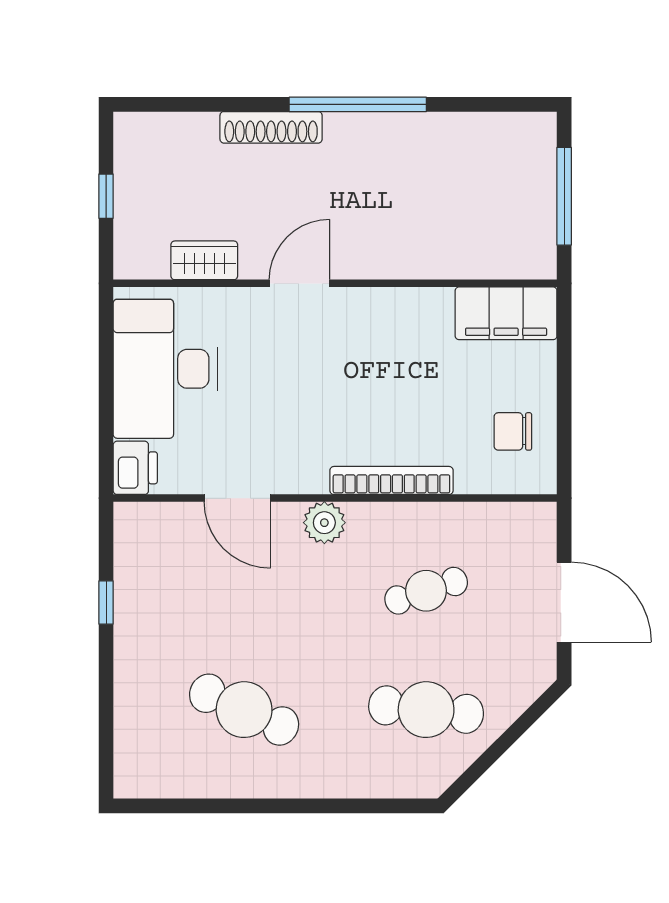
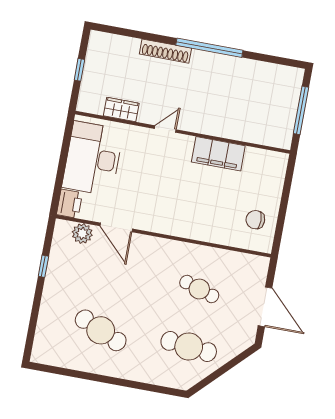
door: (299, 283) -> (165, 129), width x0.73
filing cabinet: (506, 313) -> (218, 154), moved
bookcase: (391, 480) -> (192, 233), removed
plant: (324, 523) -> (82, 233), moved
cafe table: (426, 591) -> (199, 289), turned 36

